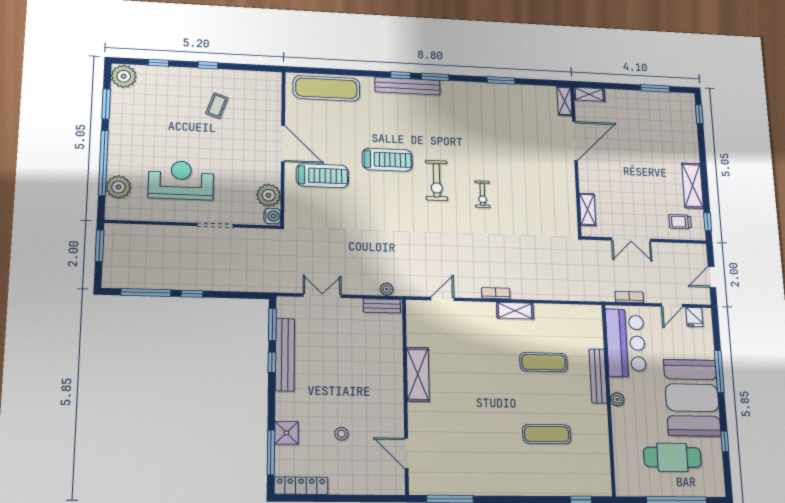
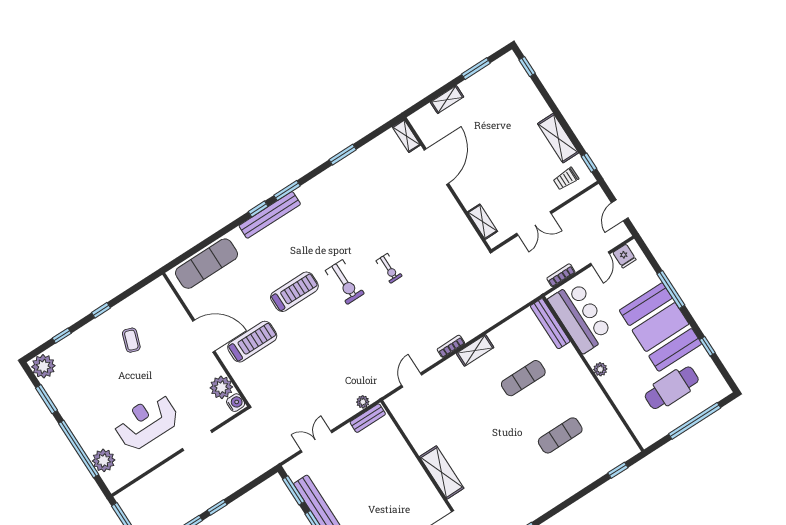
shelving: (589, 94) -> (447, 100), moved
shelving: (418, 374) -> (442, 472), moved
bench: (598, 376) -> (550, 324), moved

